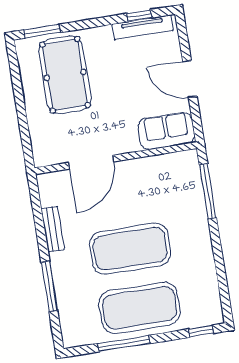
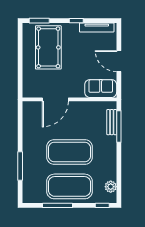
window: (139, 16) -> (76, 21), moved
bench: (53, 229) -> (112, 122), moved
plant: (210, 297) -> (111, 187), added

